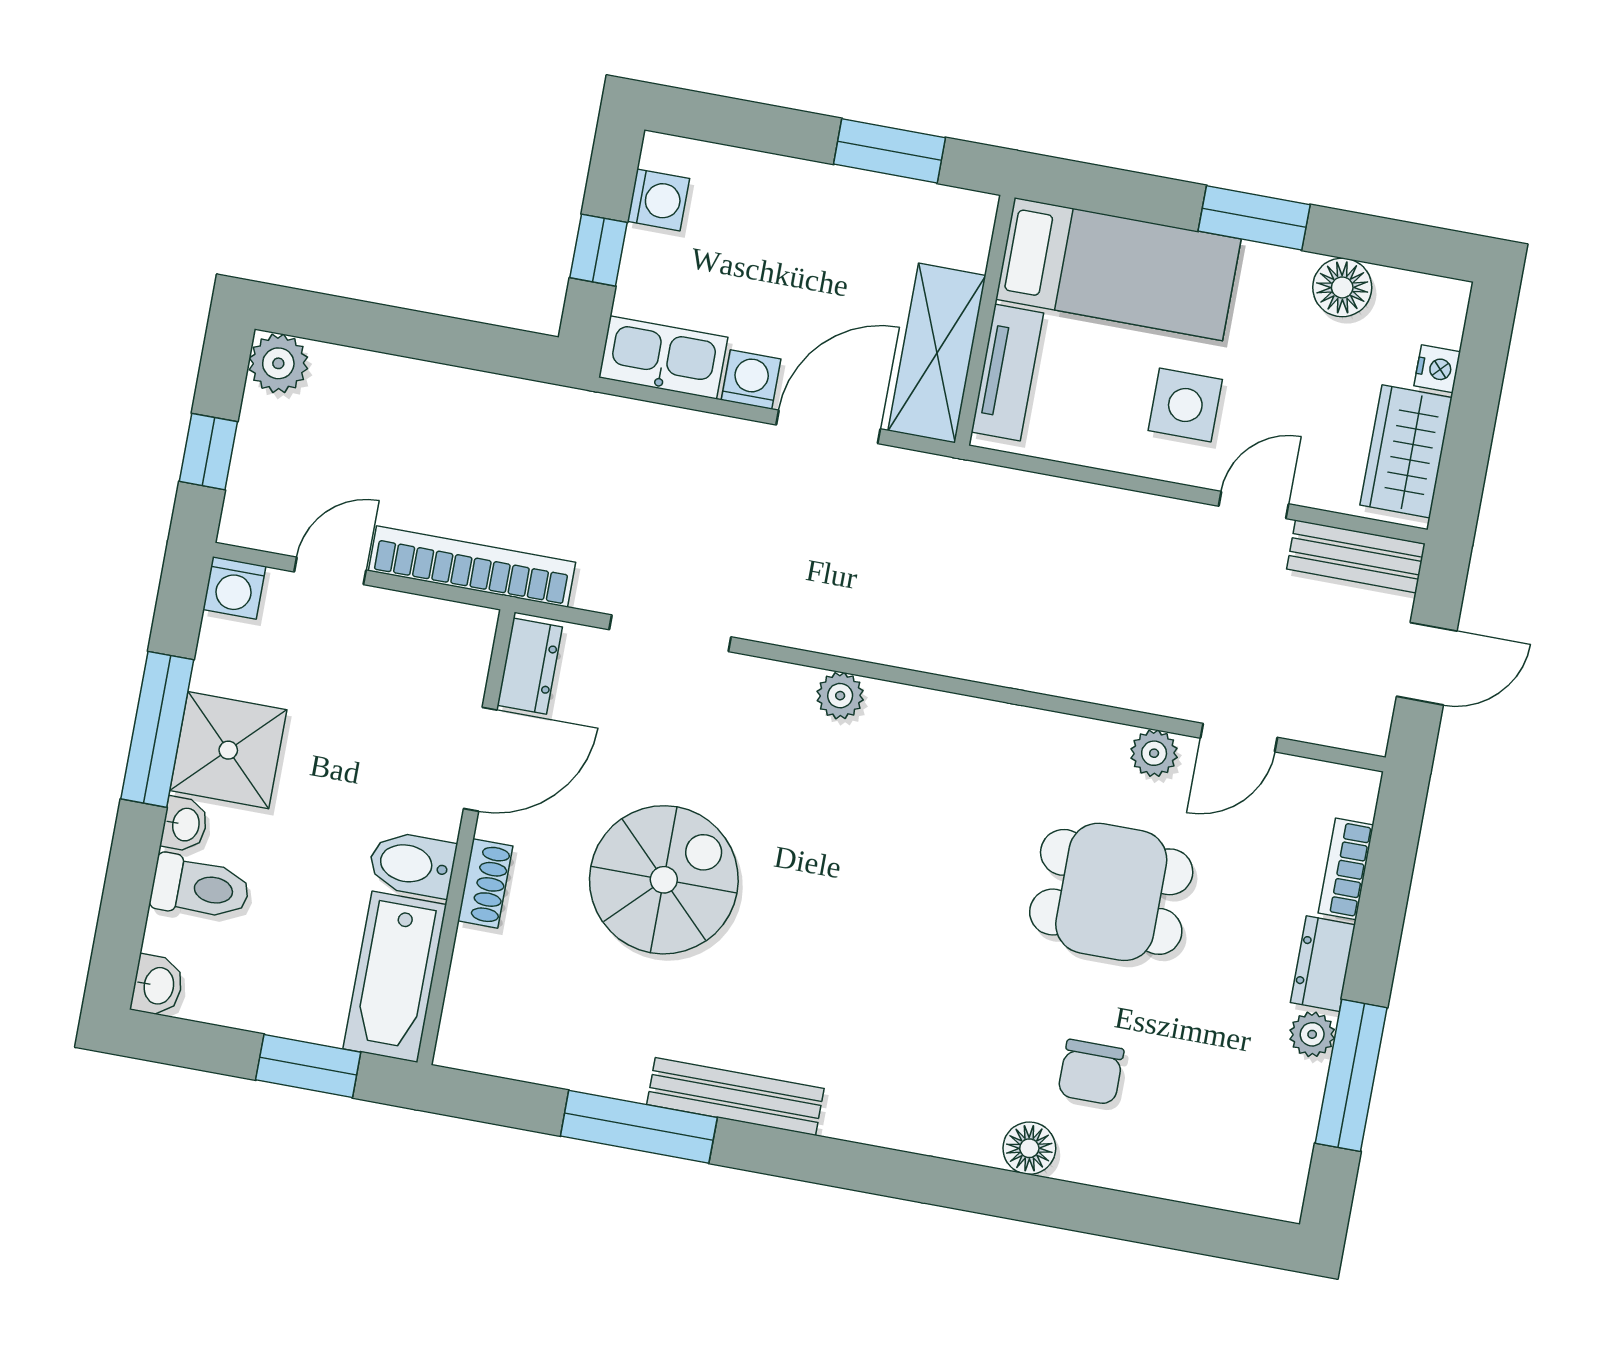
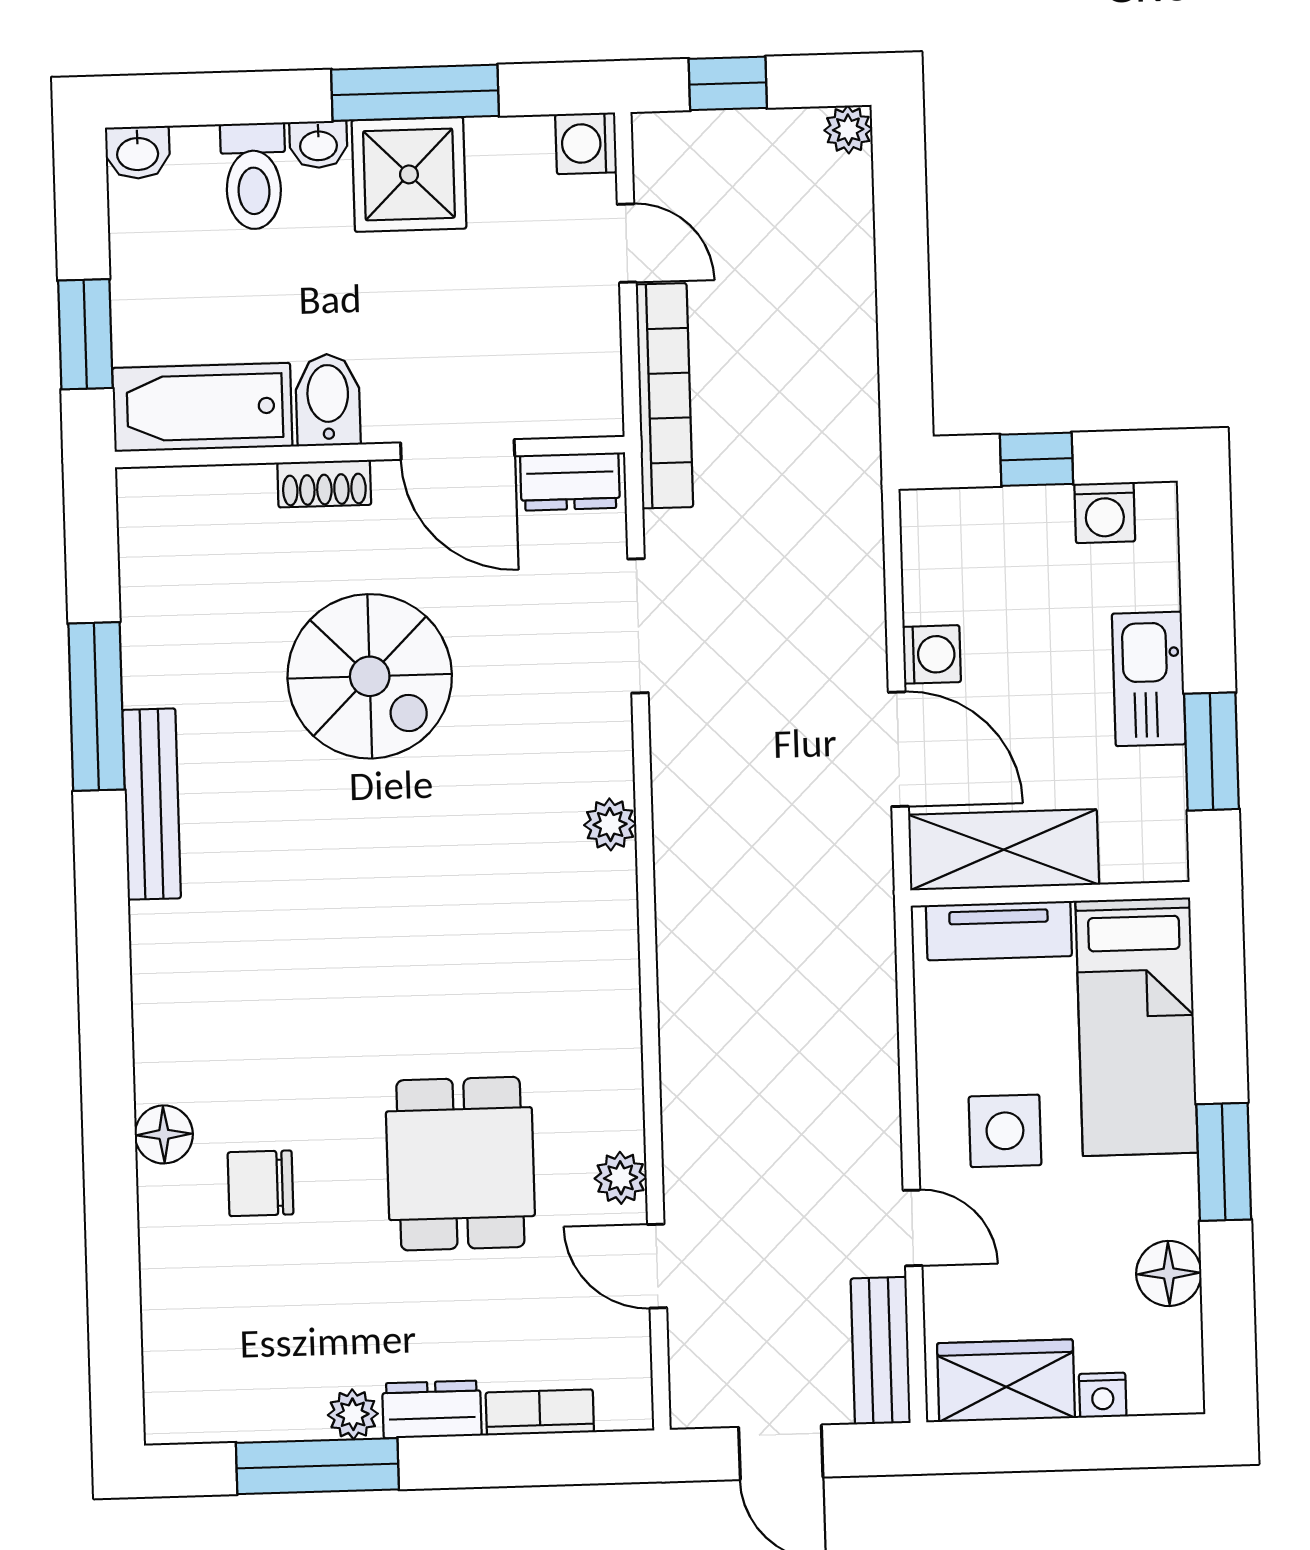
kitchen sink: (663, 357) -> (1149, 679), moved, turned 180
plant: (278, 363) -> (848, 130), width x0.73, depth x0.73

